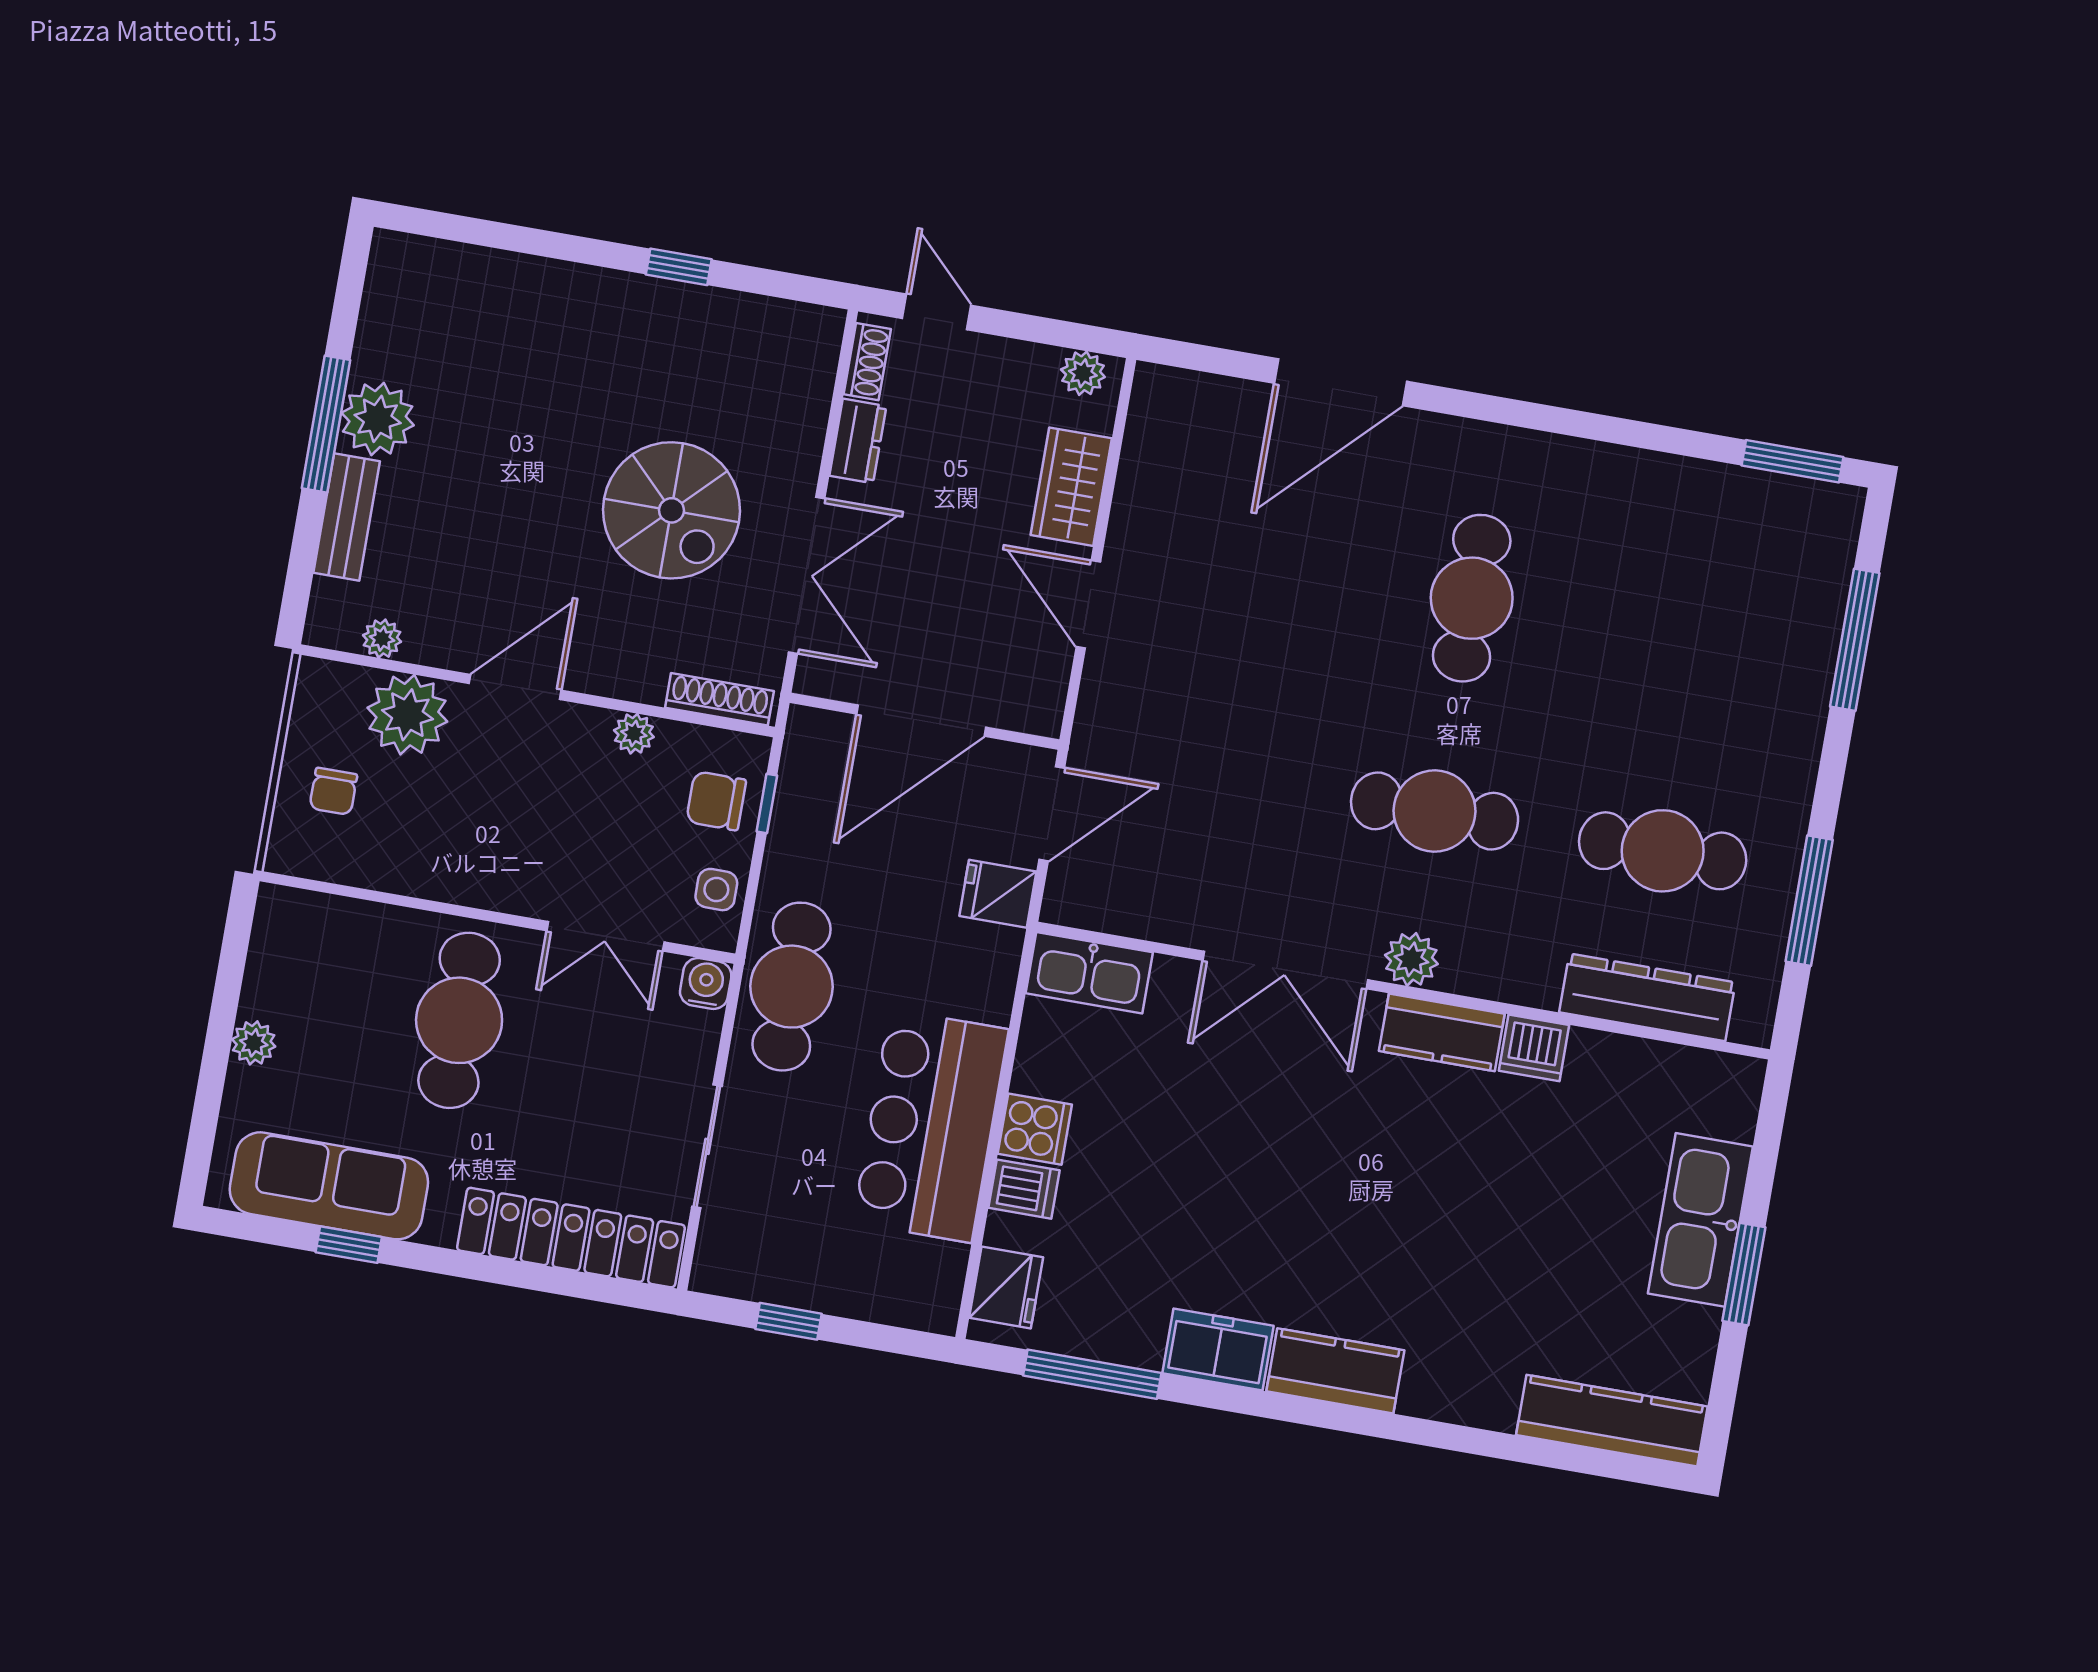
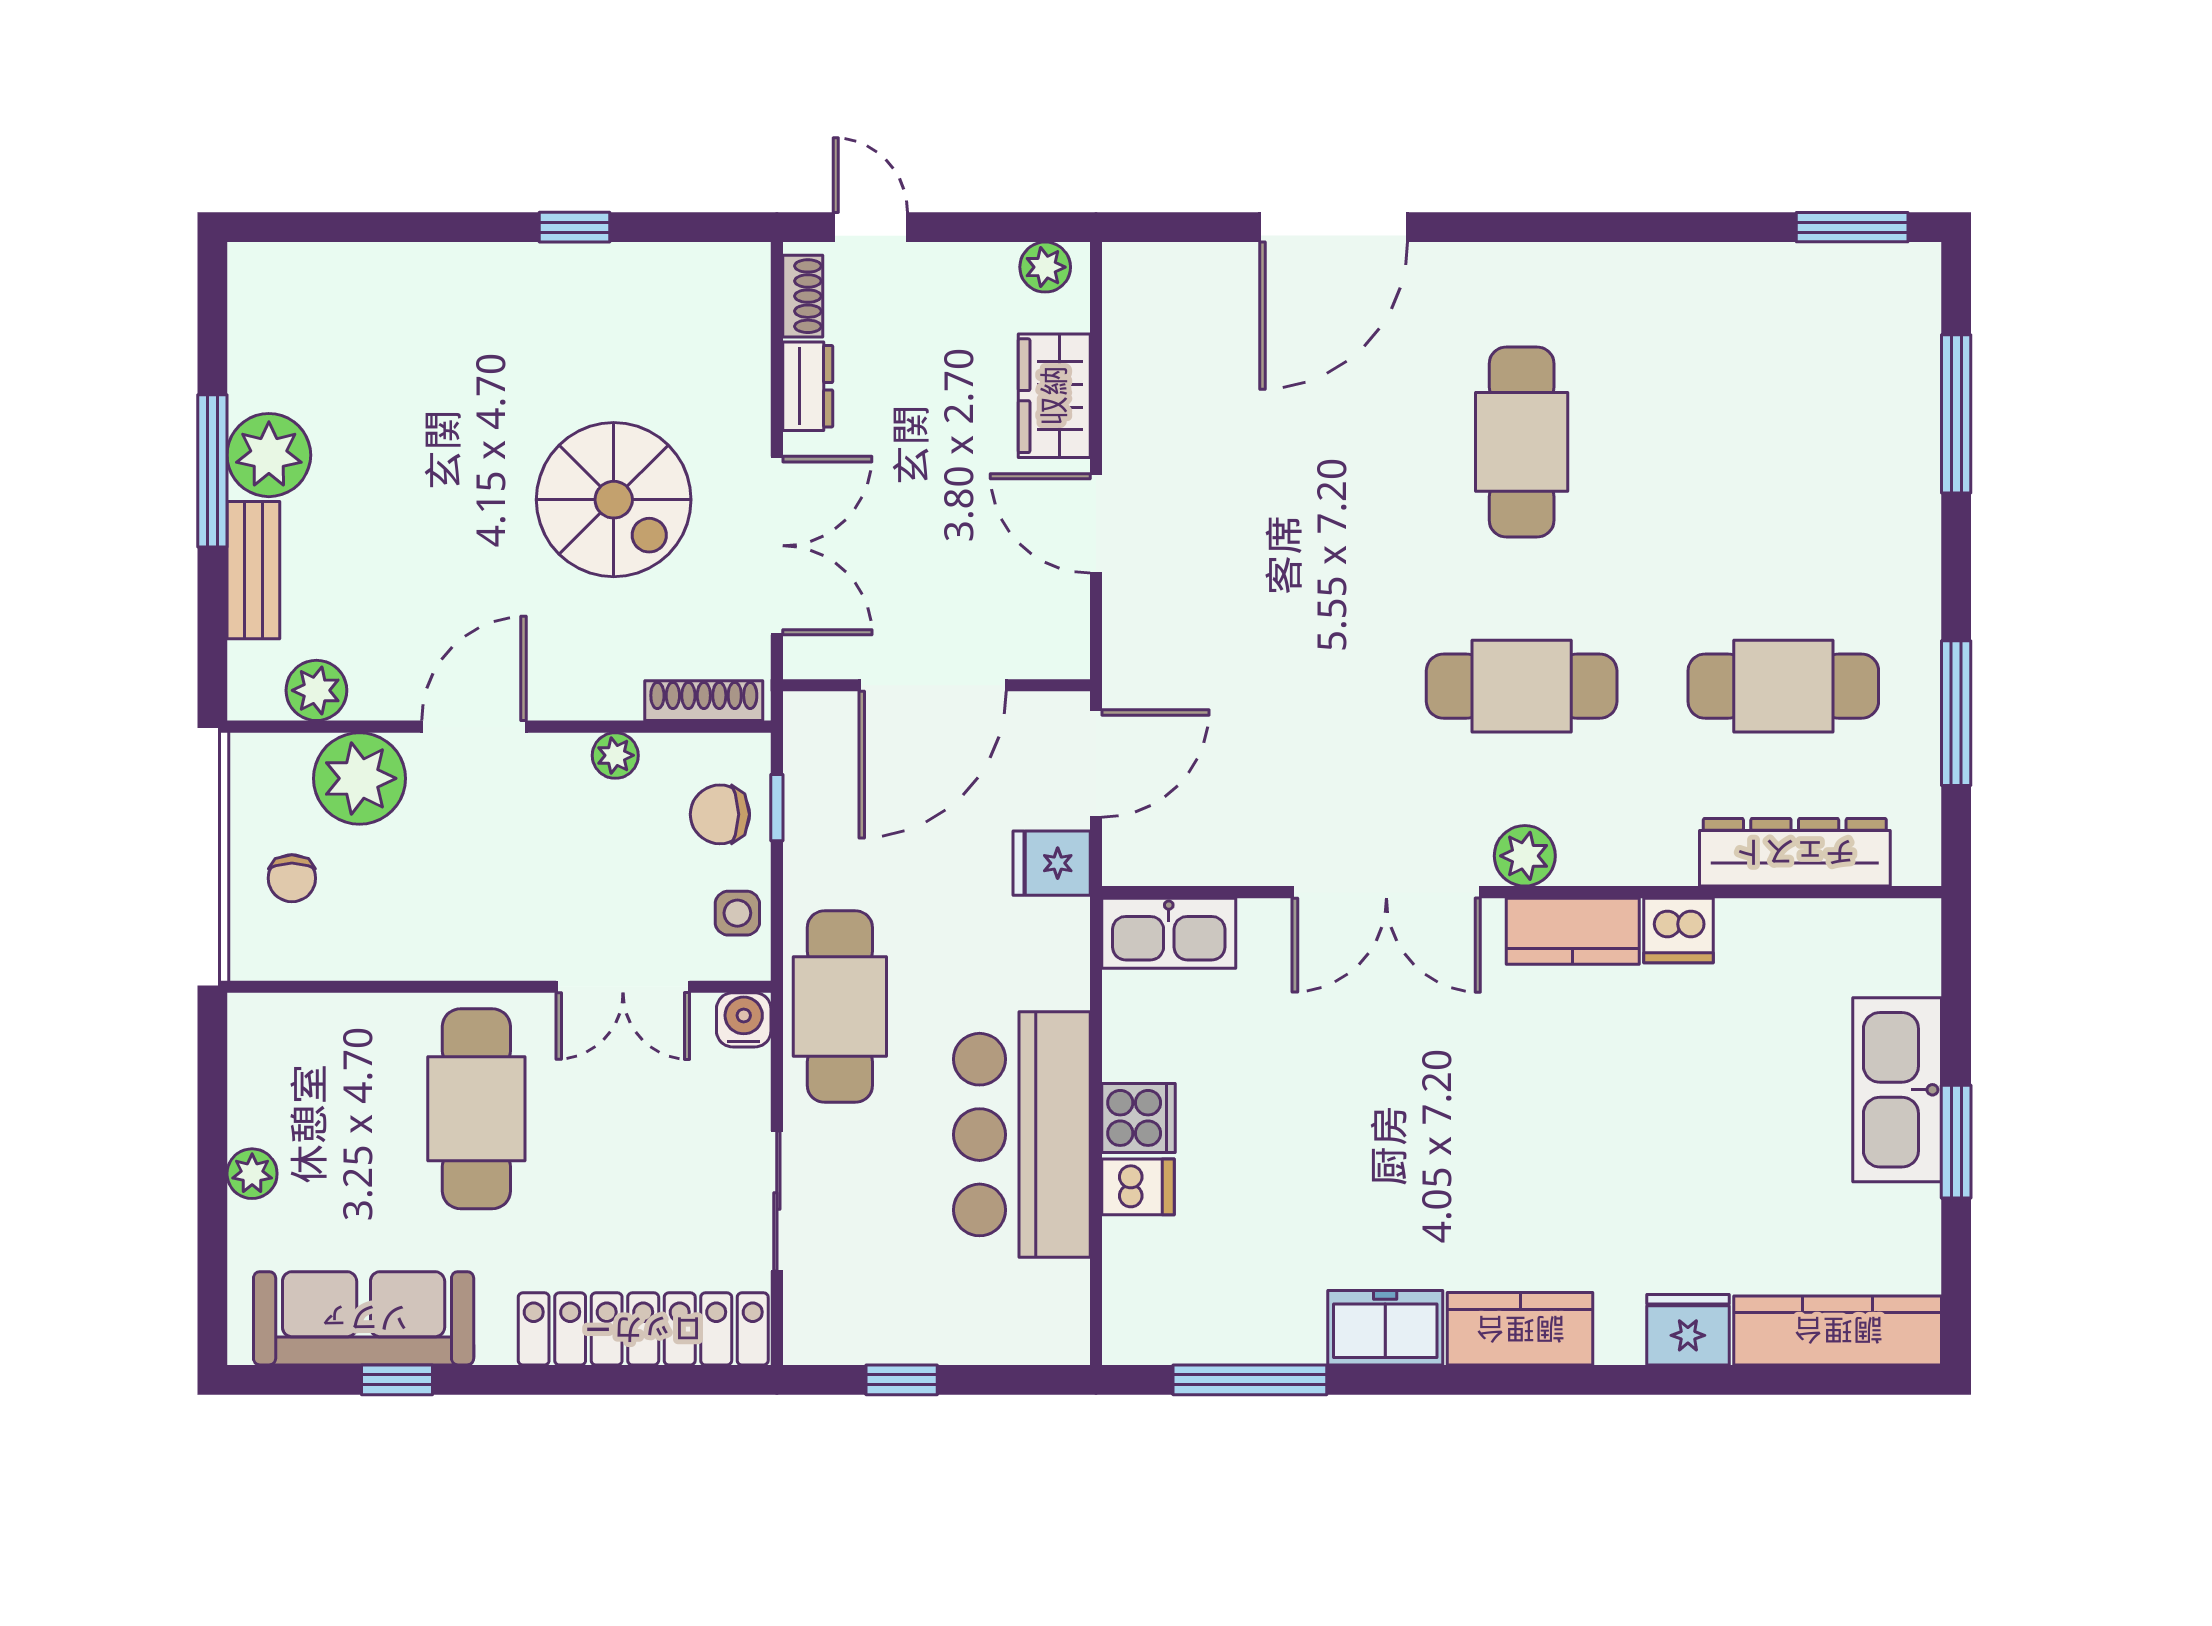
plant: (382, 639) -> (316, 690), width x1.38, depth x1.38
fridge: (1006, 1288) -> (1688, 1330), moved, turned -90

